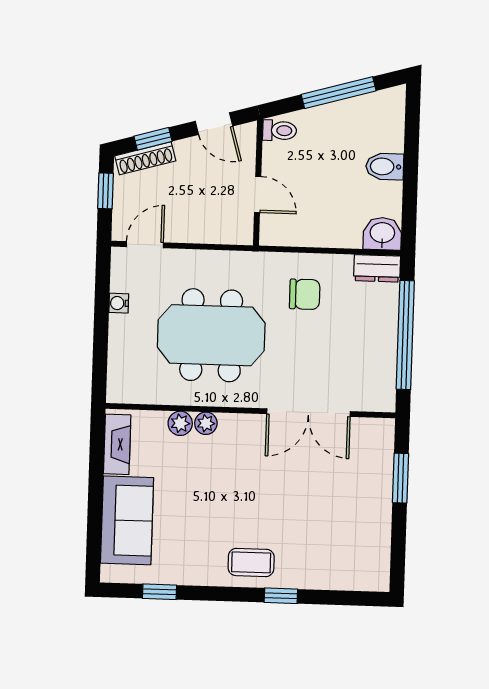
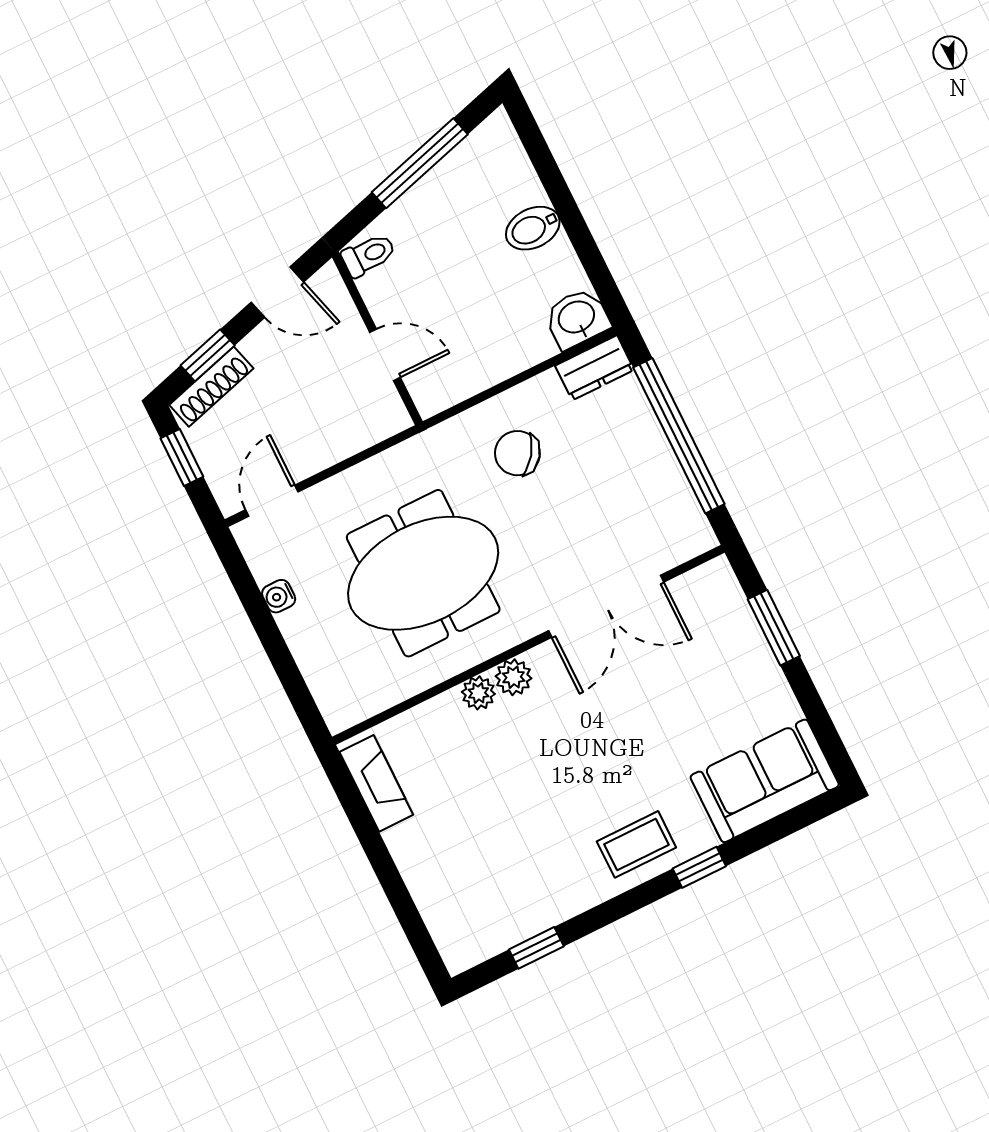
chair: (305, 294) -> (517, 453), turned -144
plant: (180, 423) -> (514, 677), moved
sofa: (127, 520) -> (765, 781), moved, turned -90

